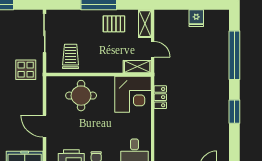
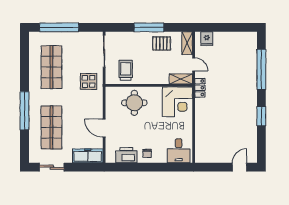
fridge: (196, 18) -> (207, 39), moved
locker: (160, 97) -> (200, 88), moved

